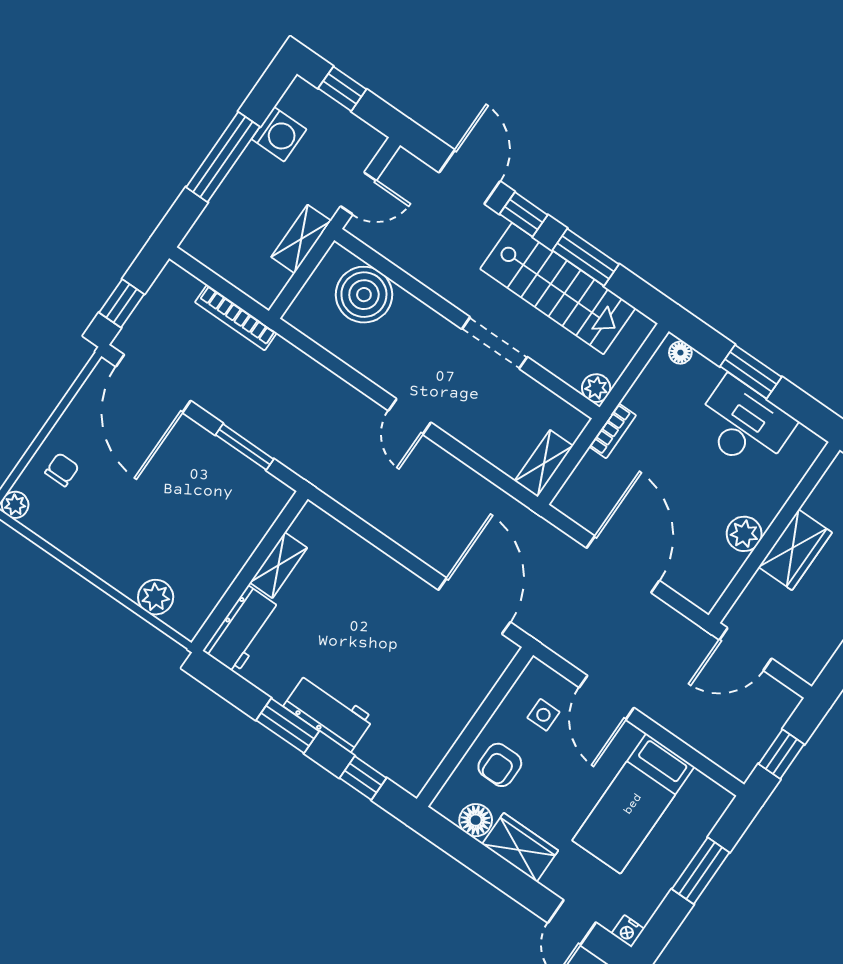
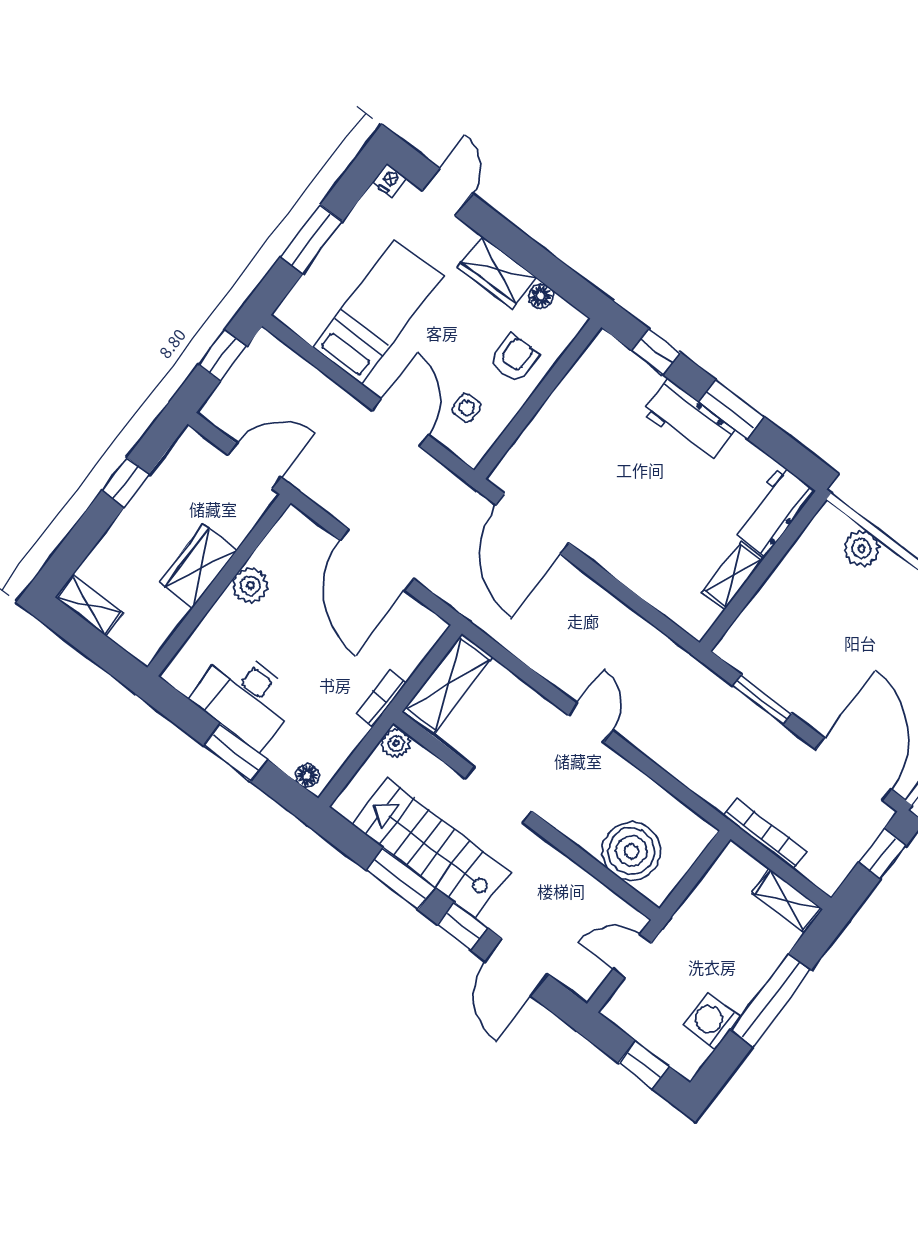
shelving: (301, 239) -> (787, 901), moved, turned 90
shelving: (544, 463) -> (448, 684), width x1.50, depth x1.33
floor lamp: (476, 820) -> (541, 296), width x0.73, depth x0.73

